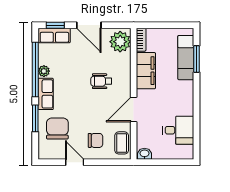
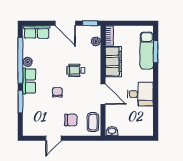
window: (55, 25) -> (90, 23), moved
plant: (120, 42) -> (96, 41), width x0.53, depth x0.53
door: (134, 110) -> (103, 94), swing flipped
chair: (57, 129) -> (57, 92), moved, width x0.54, depth x0.54
desk: (178, 130) -> (140, 94), moved
door: (75, 162) -> (53, 138), swing flipped

